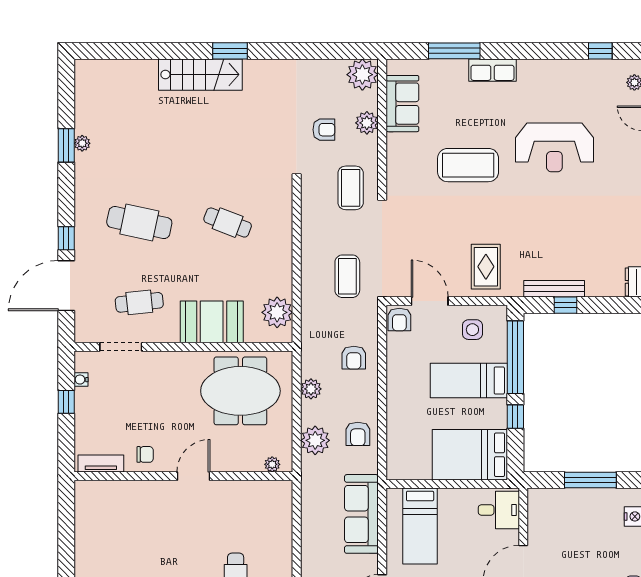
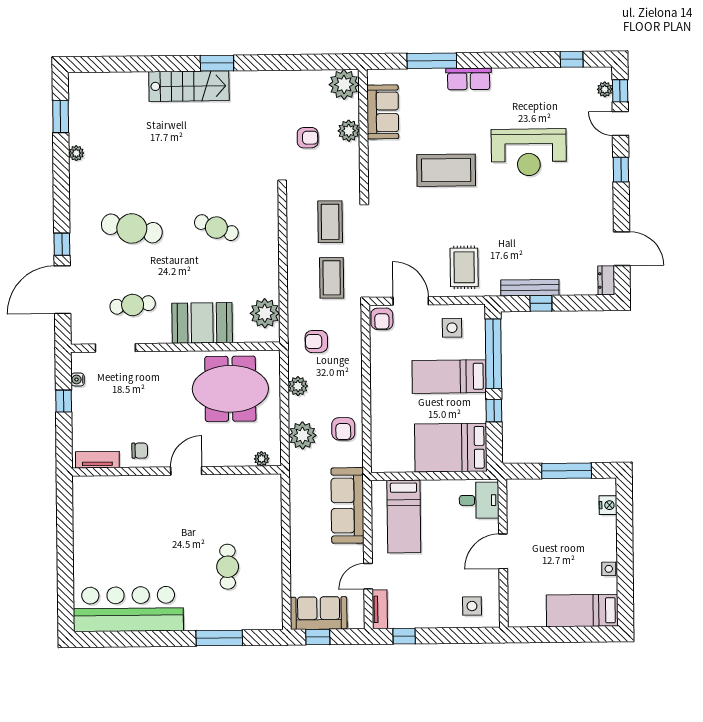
window: (66, 145) -> (61, 117), moved
coffee table: (351, 188) -> (330, 222), moved
armchair: (354, 358) -> (316, 341), moved, turned 90

